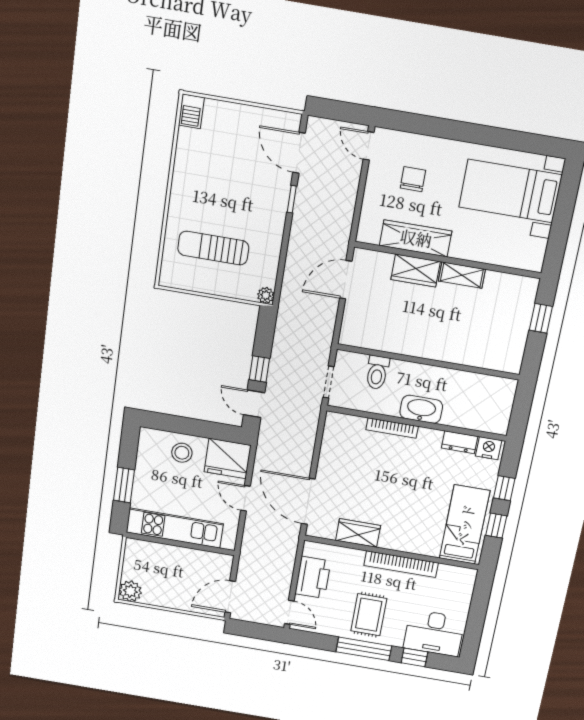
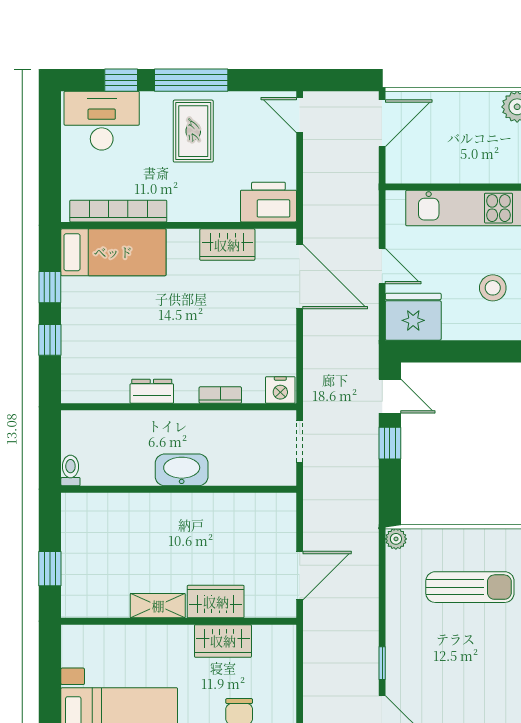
wardrobe: (416, 238) -> (223, 641), width x0.67
toilet: (377, 372) -> (70, 471), moved, width x0.73, depth x0.72
washbasin: (421, 409) -> (182, 470), moved, turned 180
bookcase: (392, 428) -> (220, 395), width x0.64
dresser: (460, 442) -> (152, 391), moved
nightstand: (489, 448) -> (280, 390), moved
stool: (182, 453) -> (493, 288), moved
bed: (465, 525) -> (113, 252), moved, turned -90
bookcase: (401, 564) -> (118, 211), moved
printer: (313, 577) -> (268, 202), moved, turned 90

